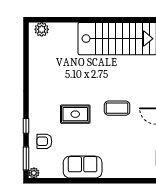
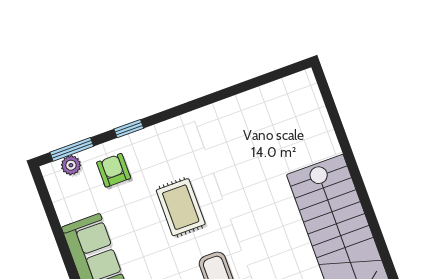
plant: (42, 29) -> (307, 94), removed
plant: (34, 173) -> (71, 165), moved

